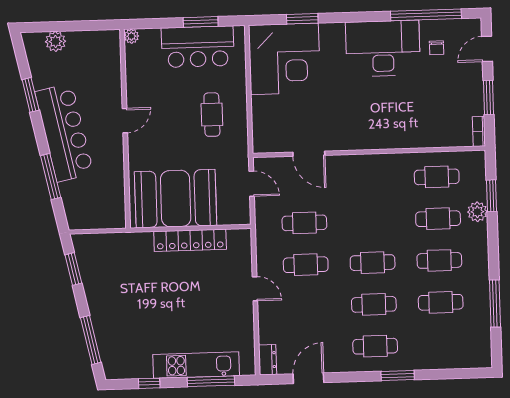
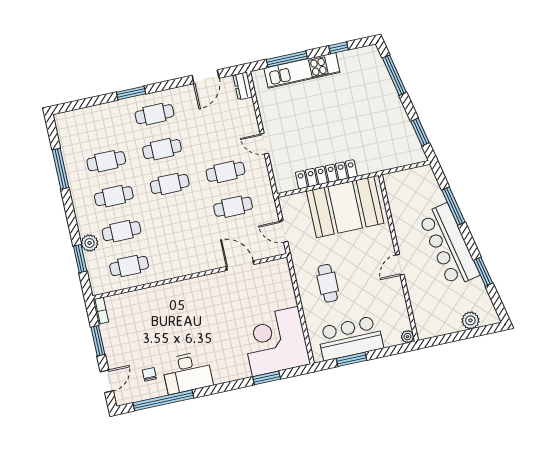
desk: (383, 48) -> (187, 373), width x0.73, depth x0.77

